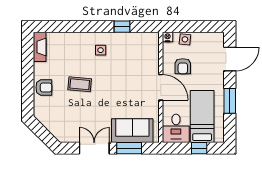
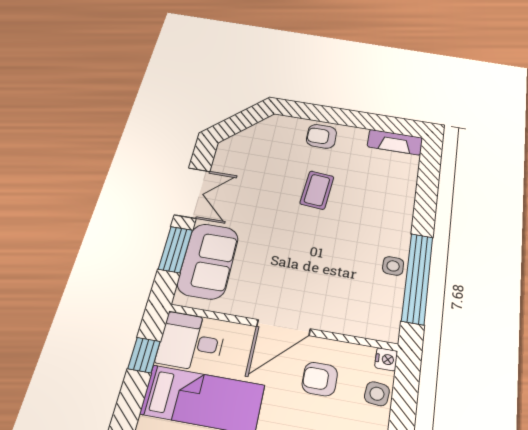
window: (122, 27) -> (417, 278), width x3.17
side table: (101, 50) -> (393, 266), moved
armchair: (44, 87) -> (322, 136), turned 90
window: (199, 148) -> (144, 355), moved

